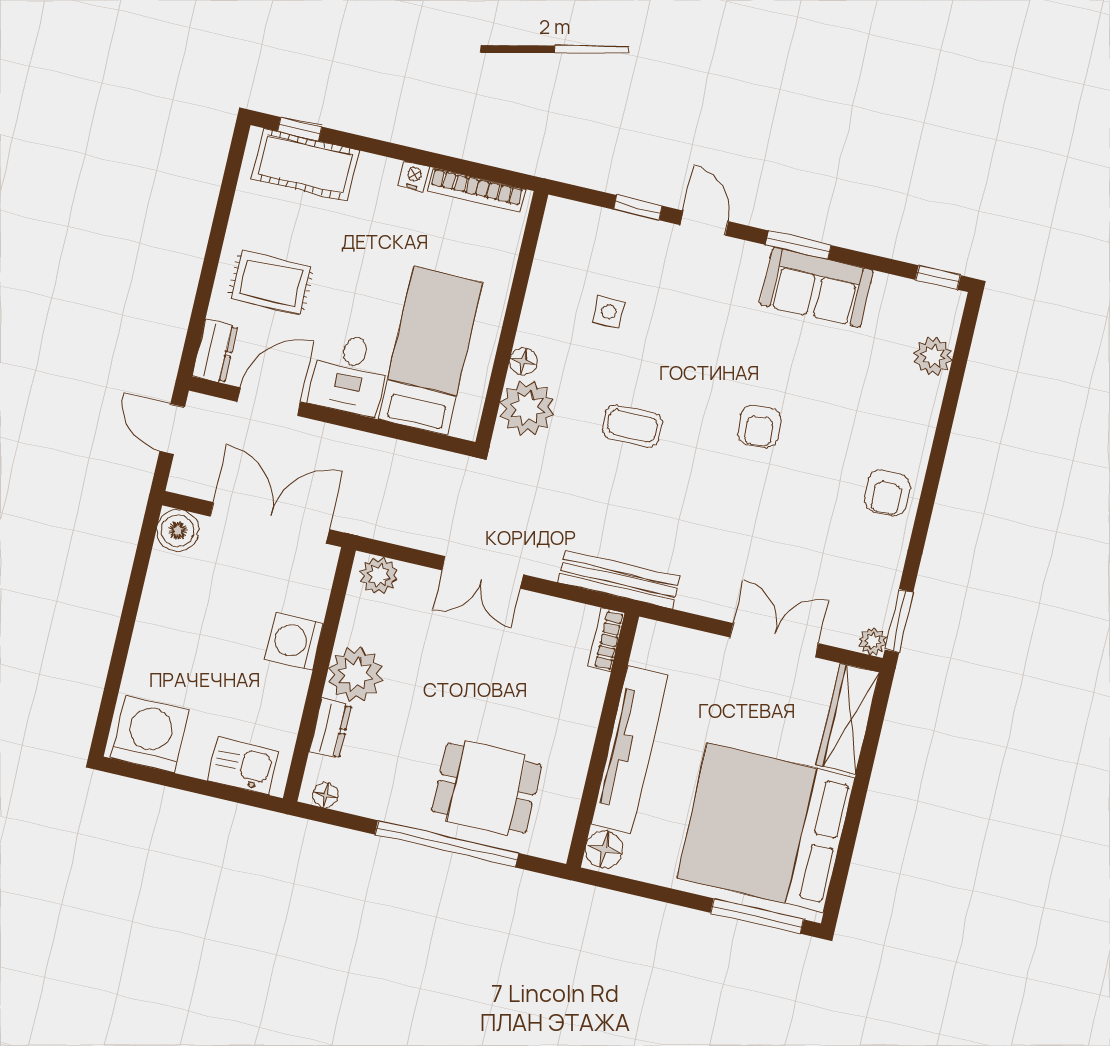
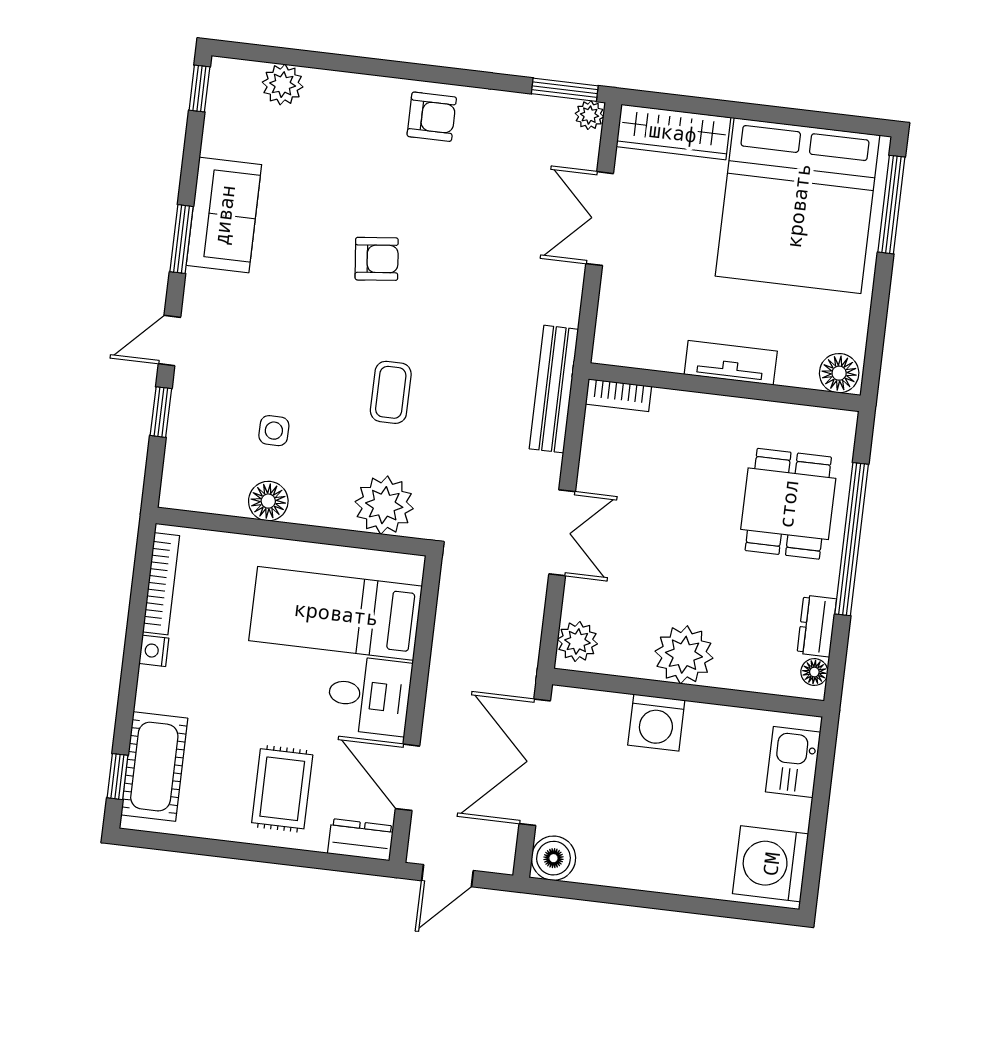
floor lamp: (523, 361) -> (268, 501), moved, width x1.37, depth x1.37
dresser: (330, 728) -> (817, 626), moved, turned -90
tv unit: (630, 749) -> (731, 363), width x0.52, depth x0.78

